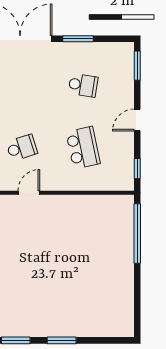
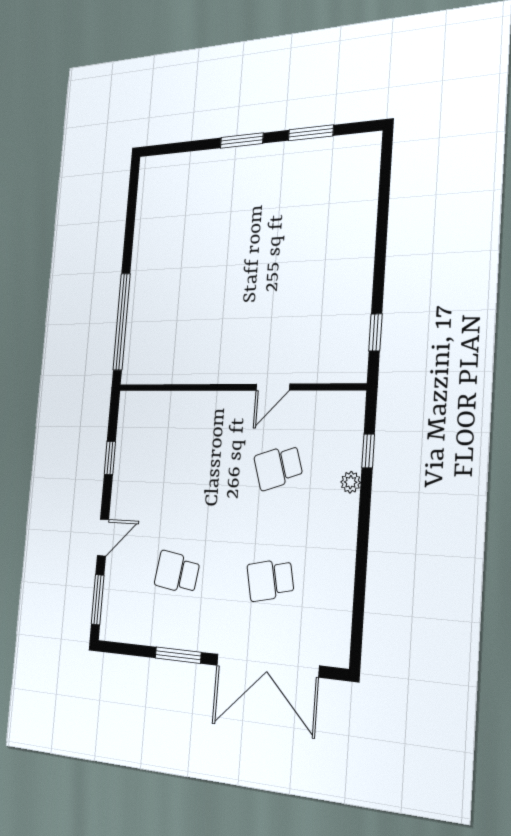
door: (137, 120) -> (103, 538), moved
school desk: (83, 148) -> (270, 580), moved, width x0.54
window: (137, 169) -> (110, 458), moved

